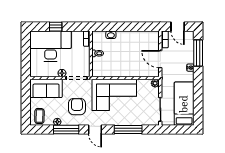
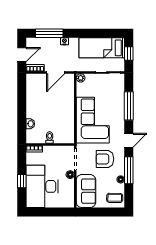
window: (179, 130) -> (129, 54), added

